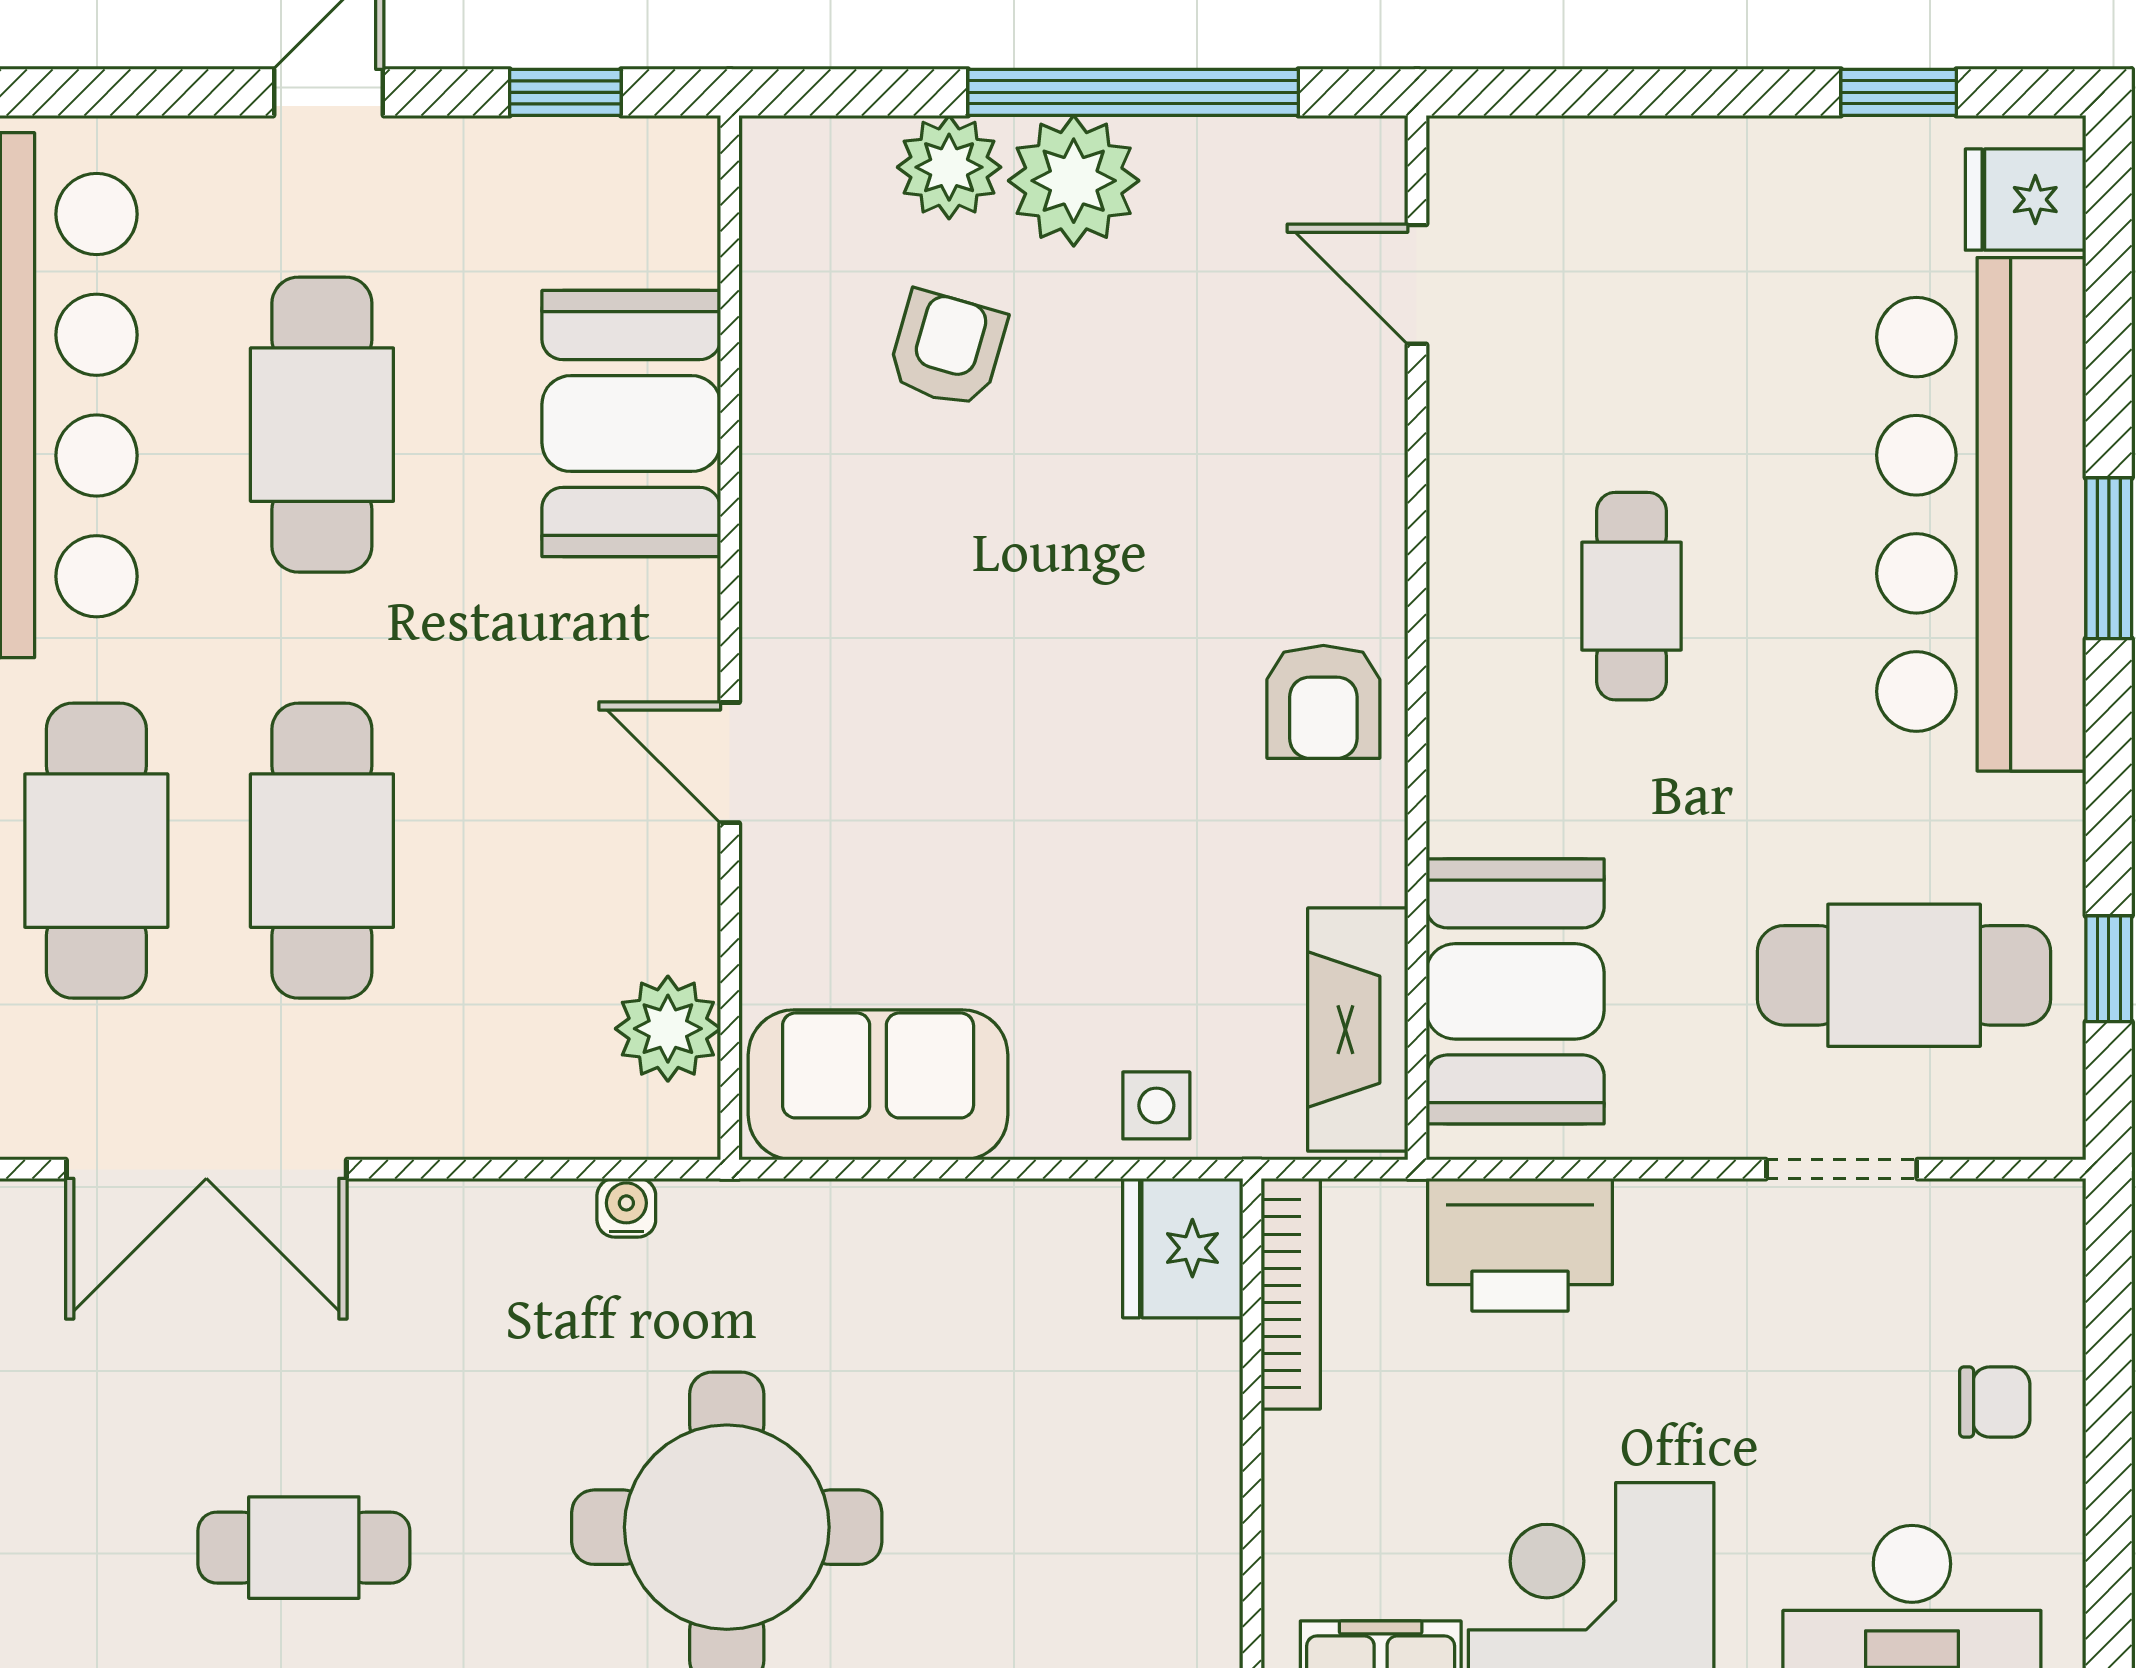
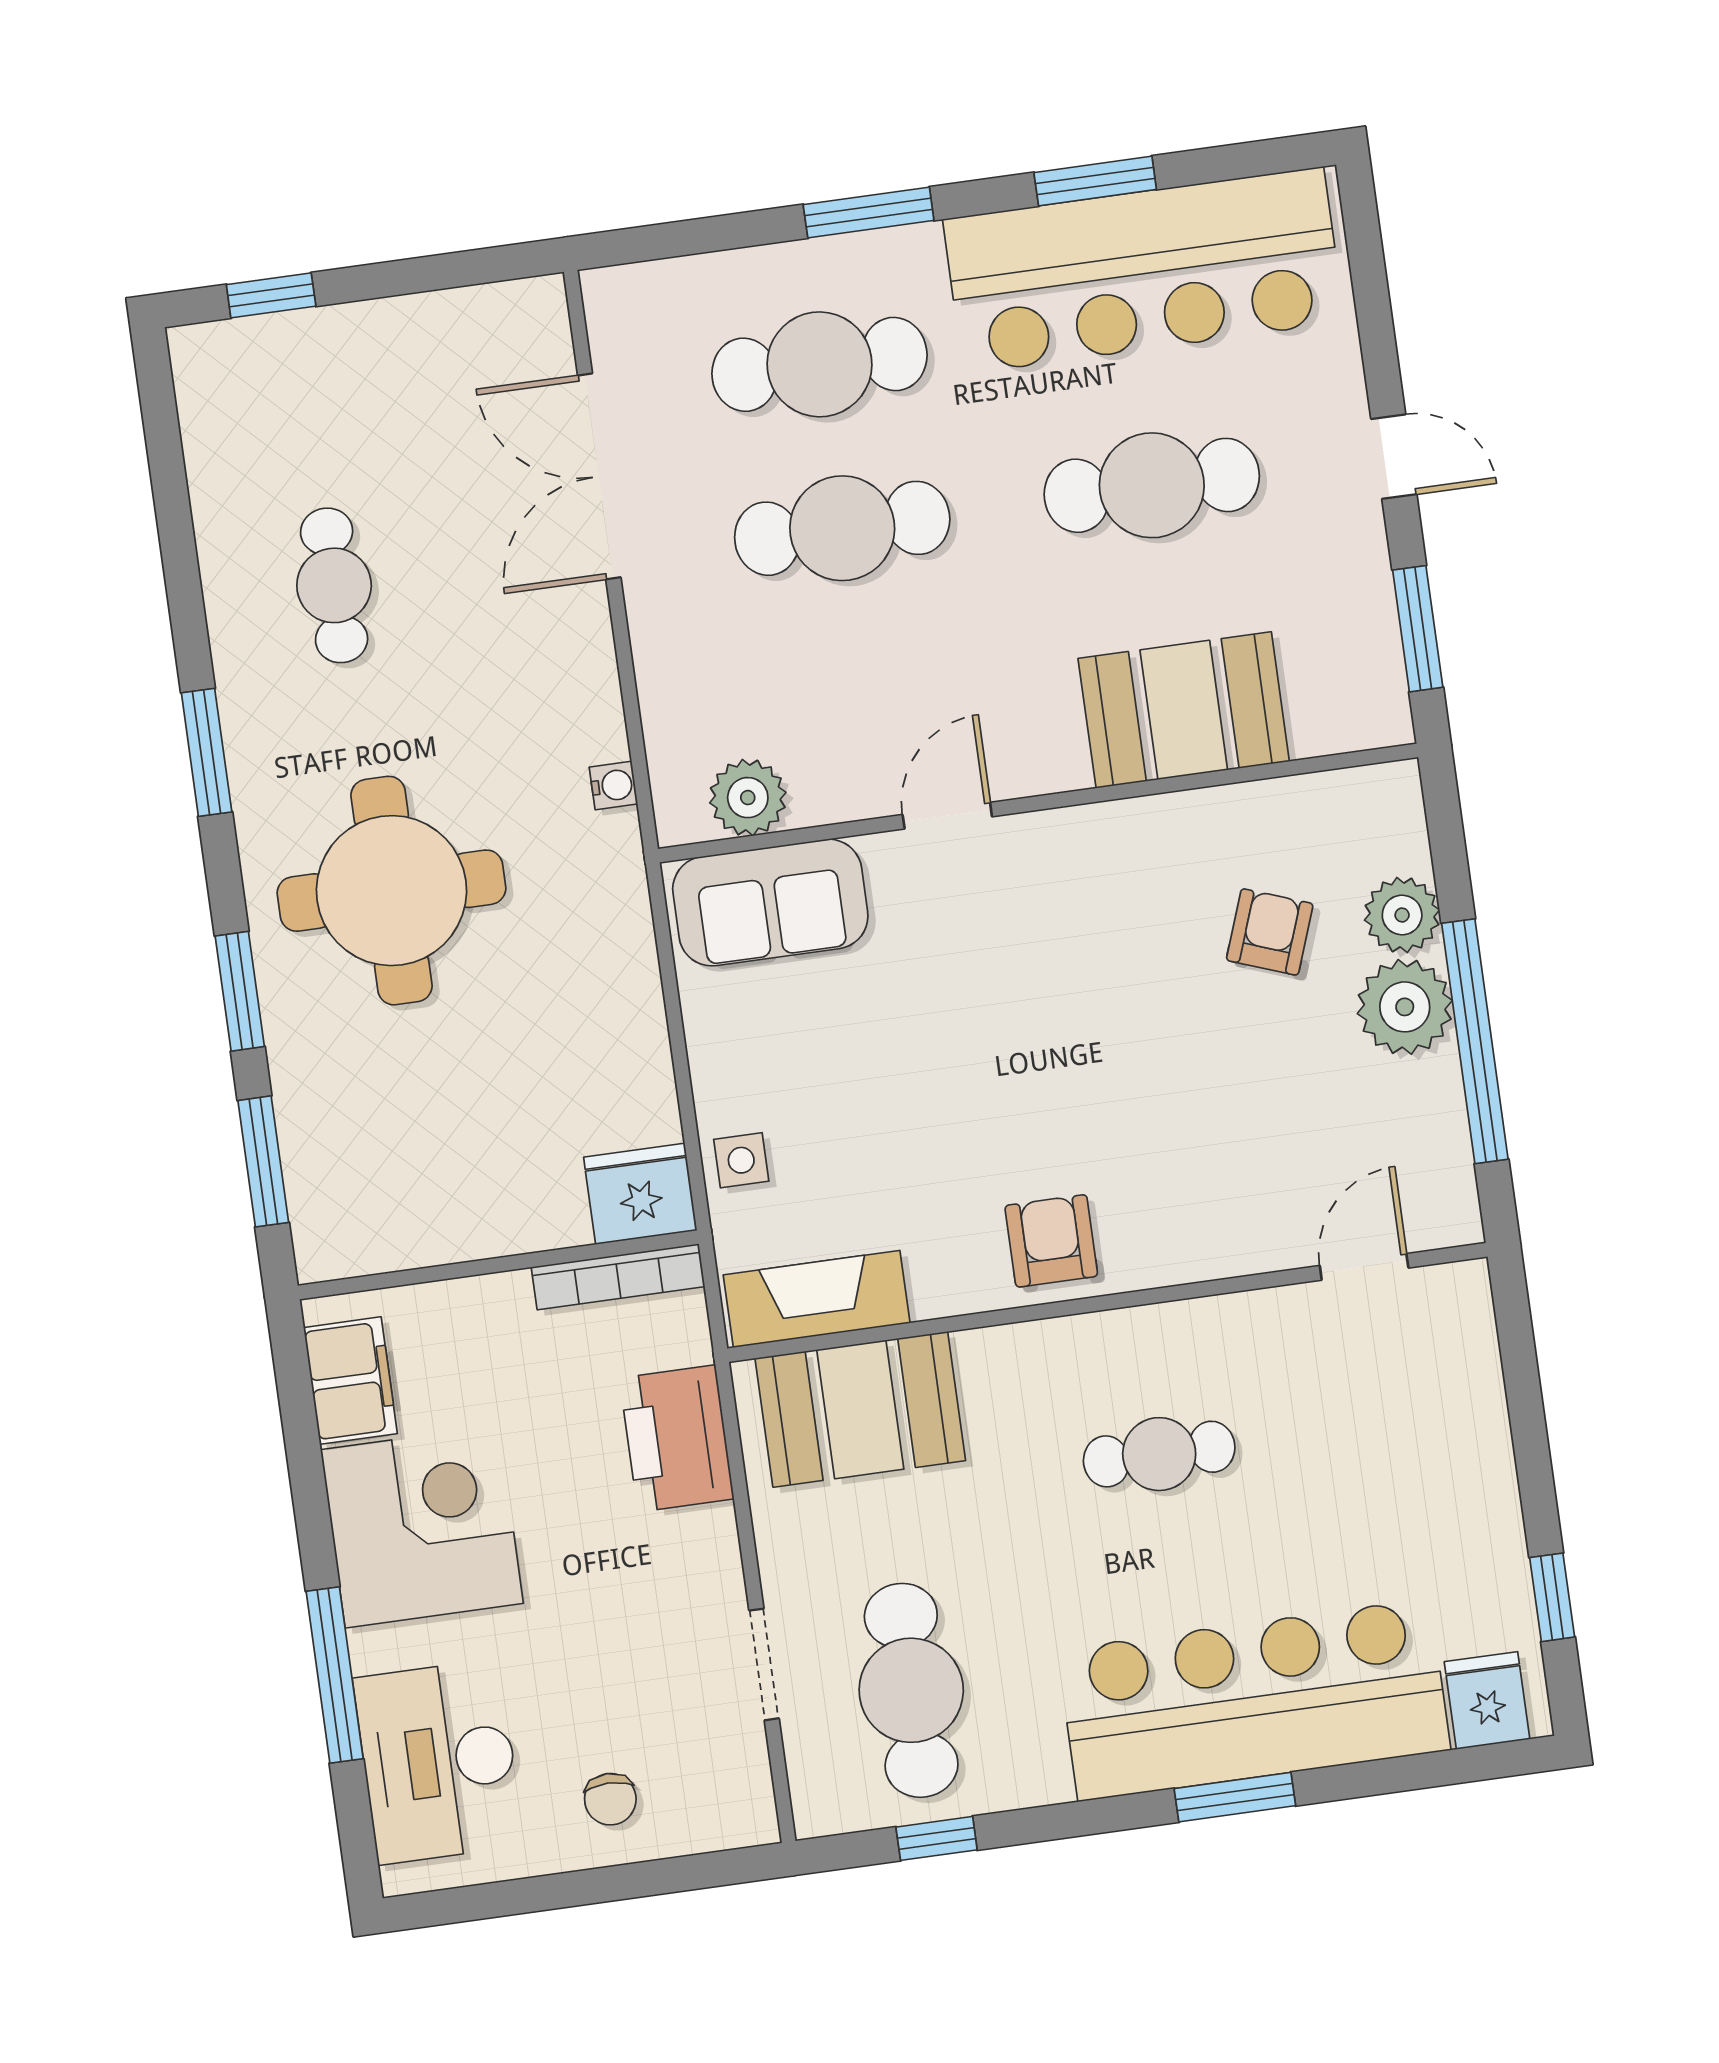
window: (565, 92) -> (1418, 629), width x1.50
armchair: (947, 349) -> (1270, 932), turned -86
armchair: (1323, 702) -> (1051, 1241), turned 90
sofa: (878, 1085) -> (770, 903), moved, turned 90

